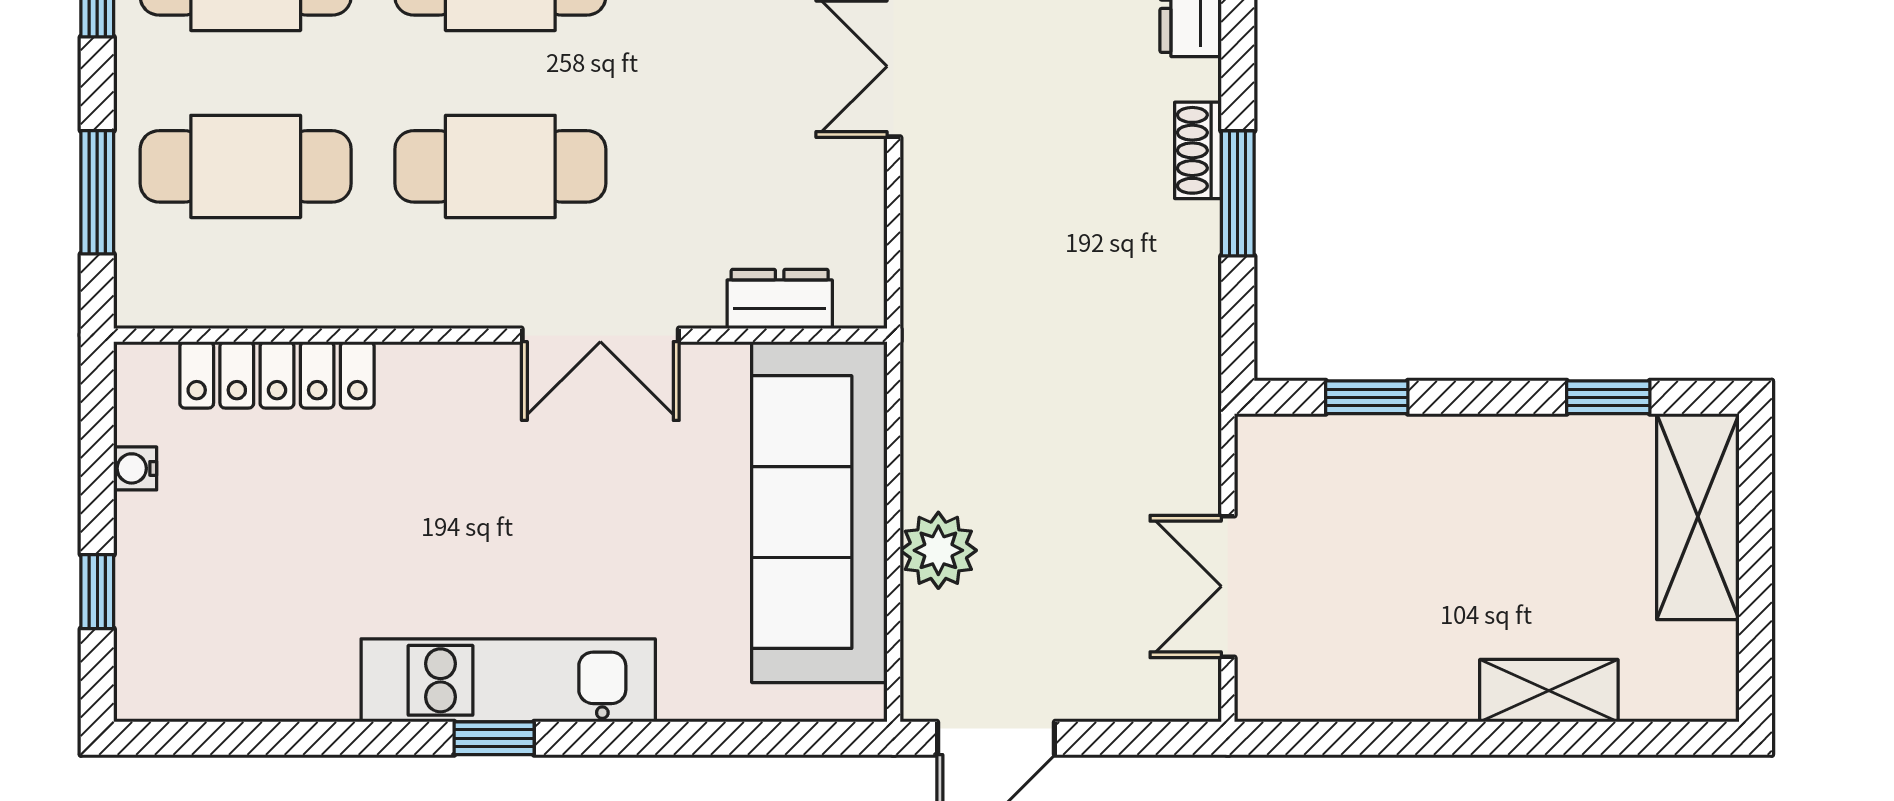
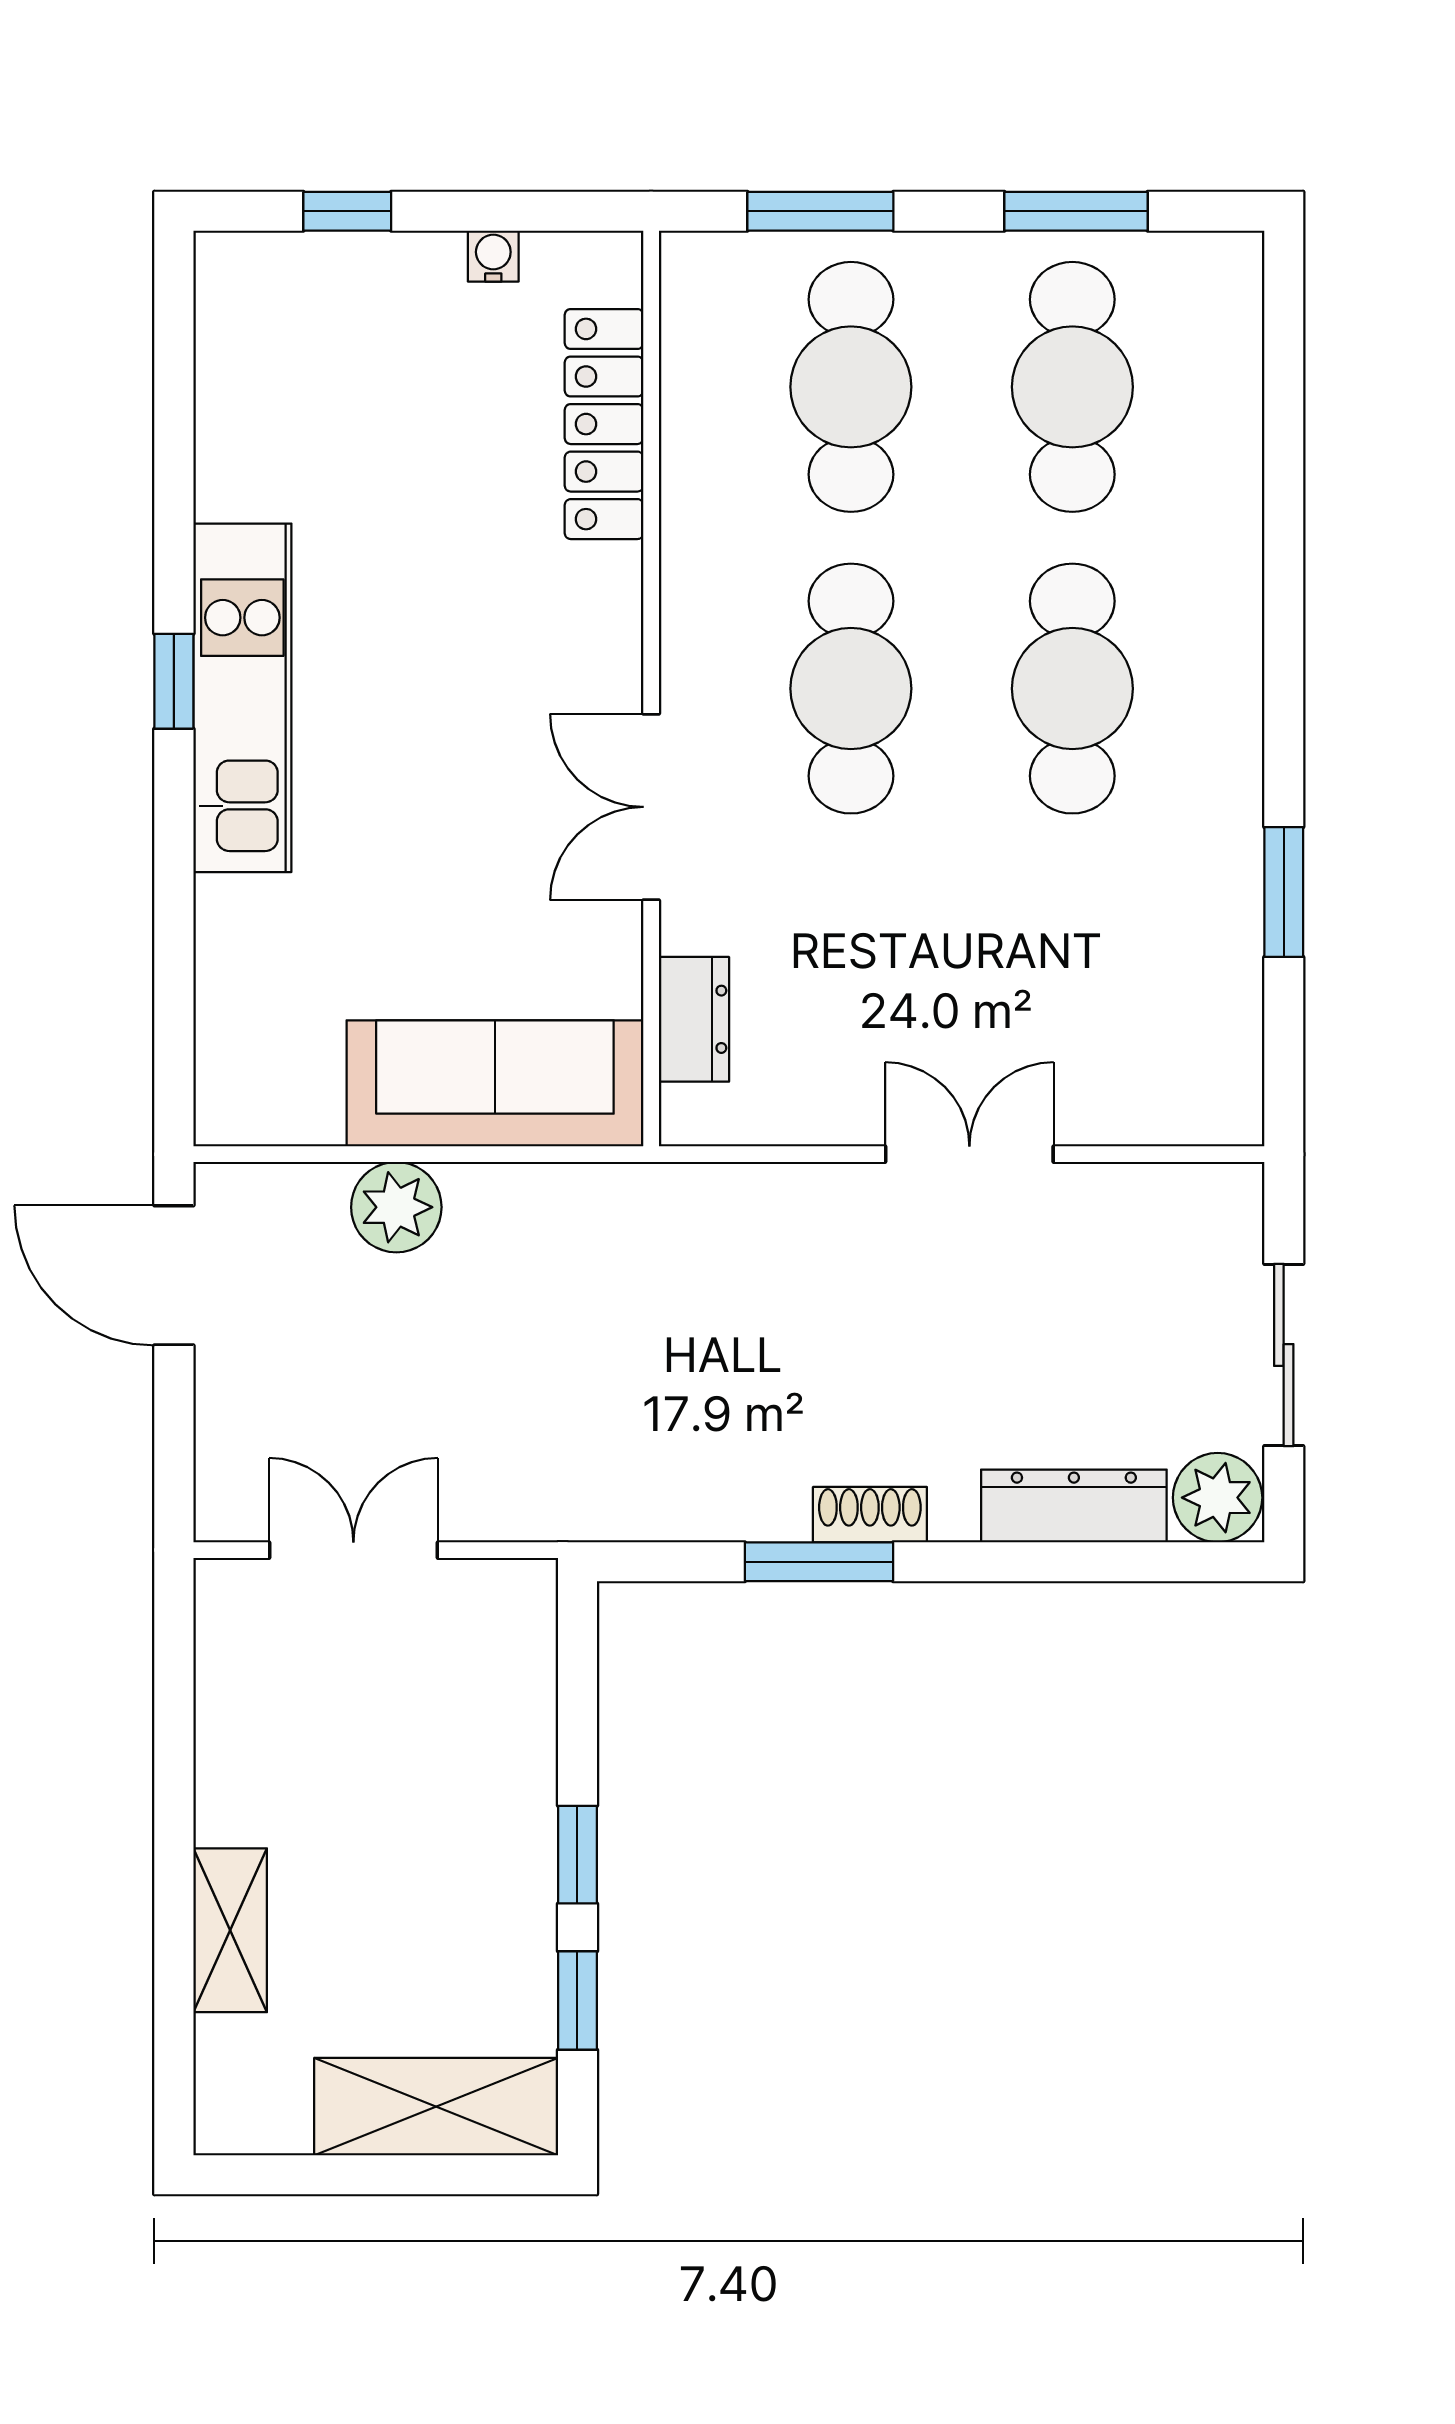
window: (1367, 397) -> (577, 1855), moved
sofa: (819, 512) -> (495, 1083), width x0.74, depth x0.79

